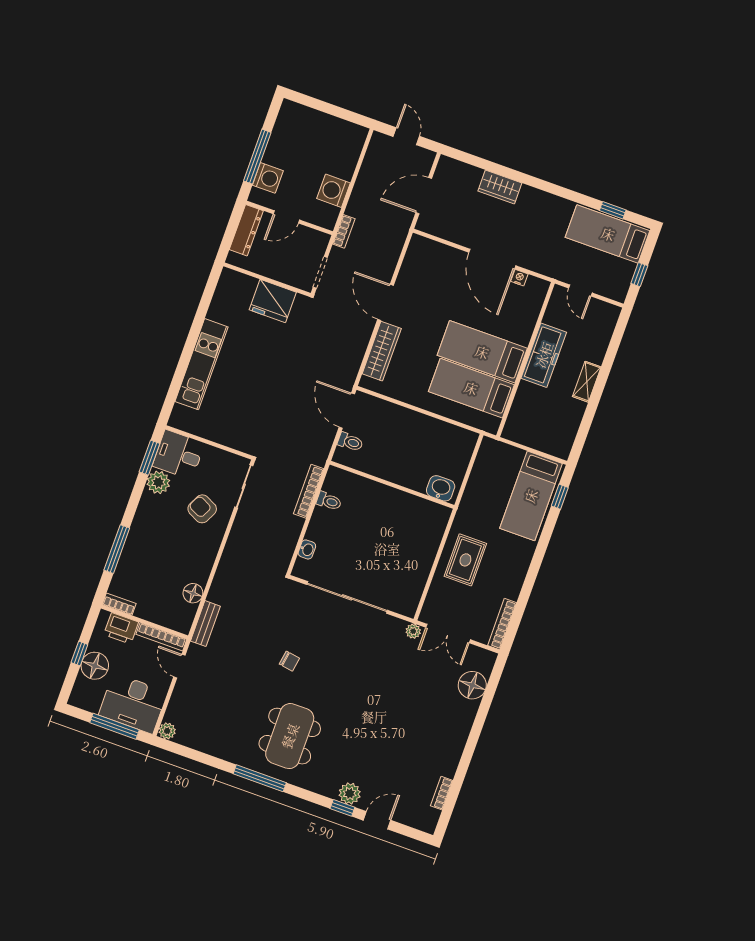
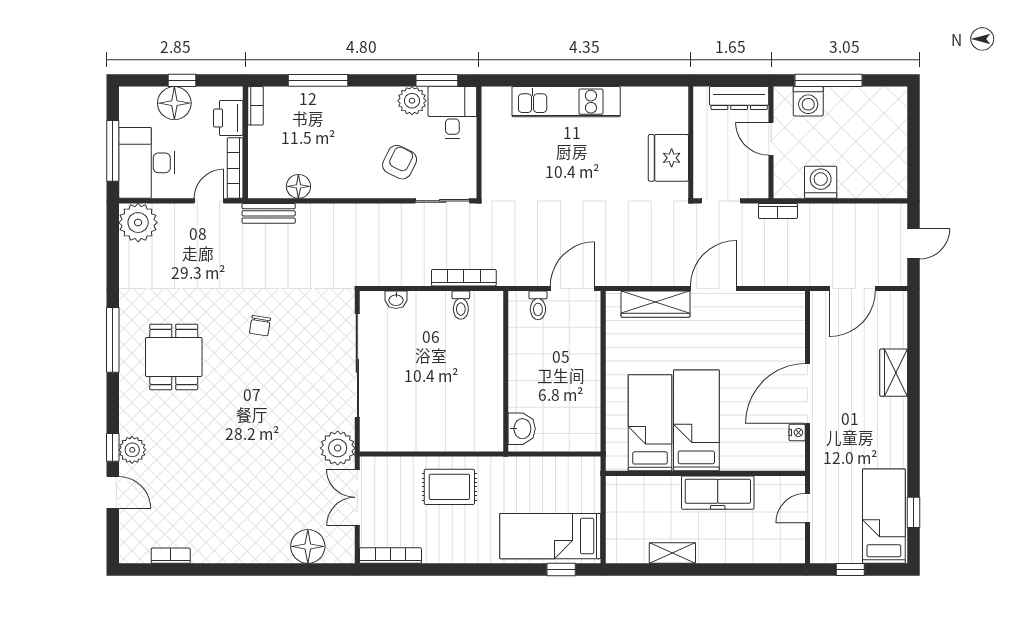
door: (424, 196) -> (852, 288), swing flipped
shelving: (587, 382) -> (672, 553), moved
plant: (413, 631) -> (338, 448), width x1.87, depth x1.87
plant: (167, 731) -> (138, 223), width x1.88, depth x1.88
dining table: (290, 736) -> (174, 357), width x0.73

